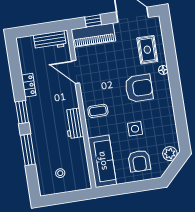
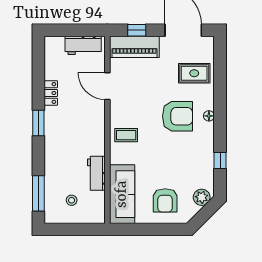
rug: (147, 50) -> (194, 73), turned 90
floor lamp: (163, 70) -> (209, 116), moved
window: (181, 120) -> (220, 161), added
workbench: (74, 123) -> (96, 173), moved
side table: (135, 129) -> (166, 162), removed
window: (28, 150) -> (38, 193), moved

